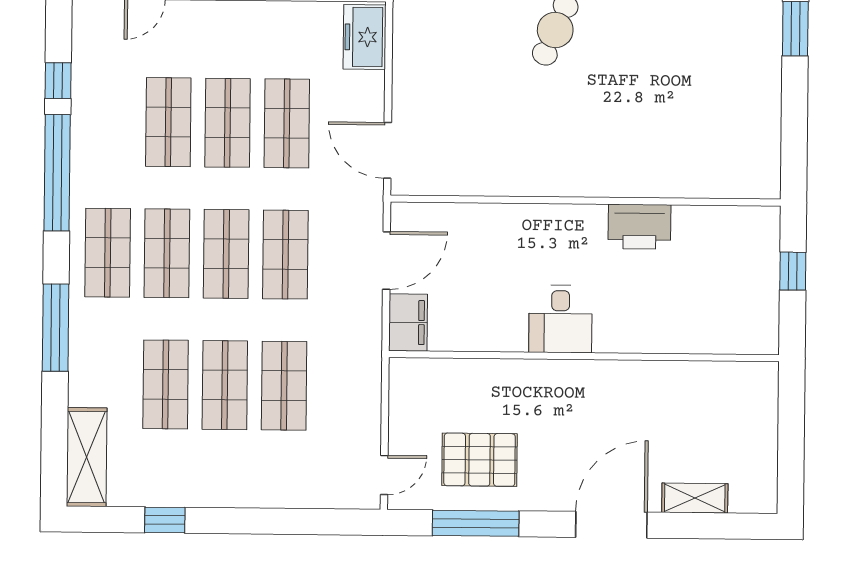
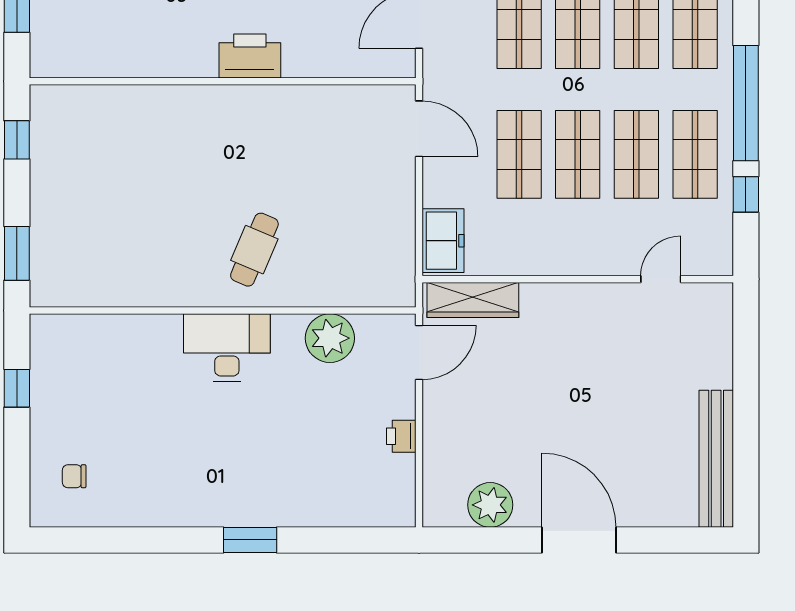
shop shelf: (109, 122) -> (695, 154), added
window: (794, 143) -> (17, 140), added
printer: (639, 227) -> (250, 56), moved

